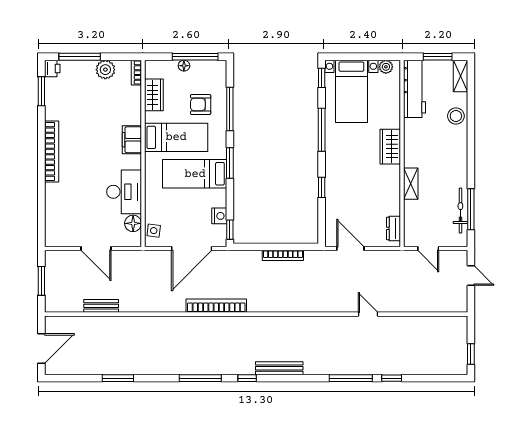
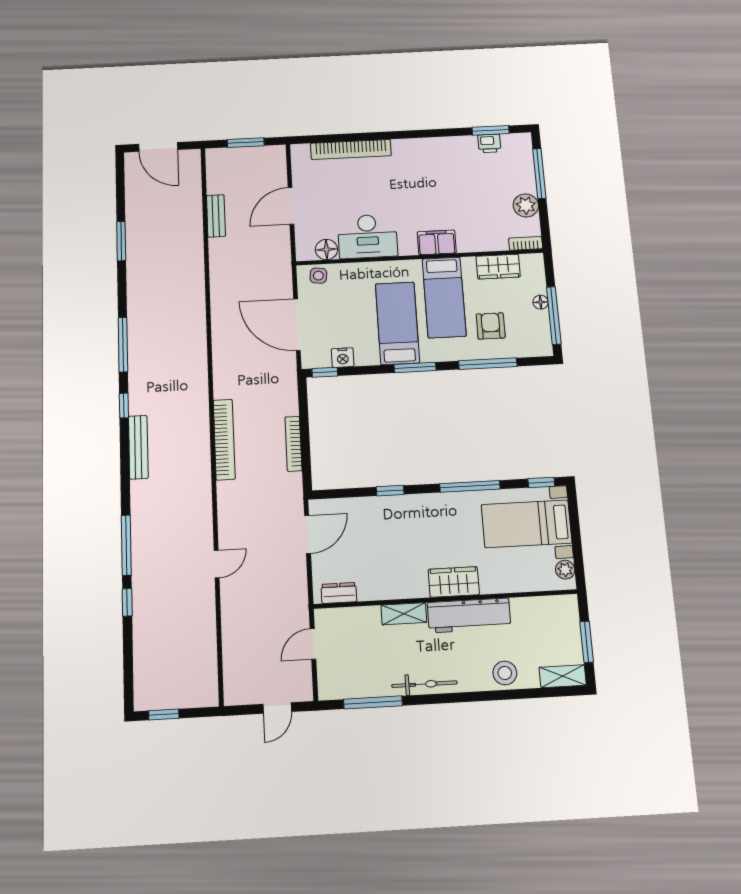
printer: (52, 68) -> (489, 143), moved
workbench: (414, 89) -> (469, 615), moved
bookcase: (52, 152) -> (351, 150), moved
bicycle: (460, 211) -> (424, 684), moved
bookcase: (216, 306) -> (224, 439), moved

